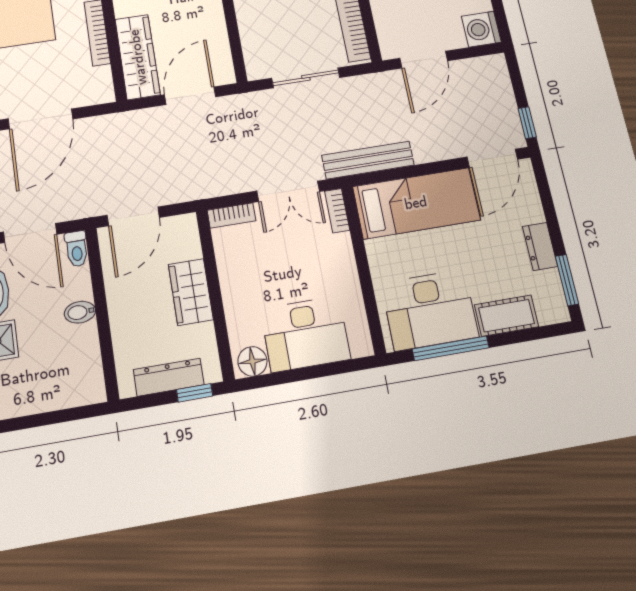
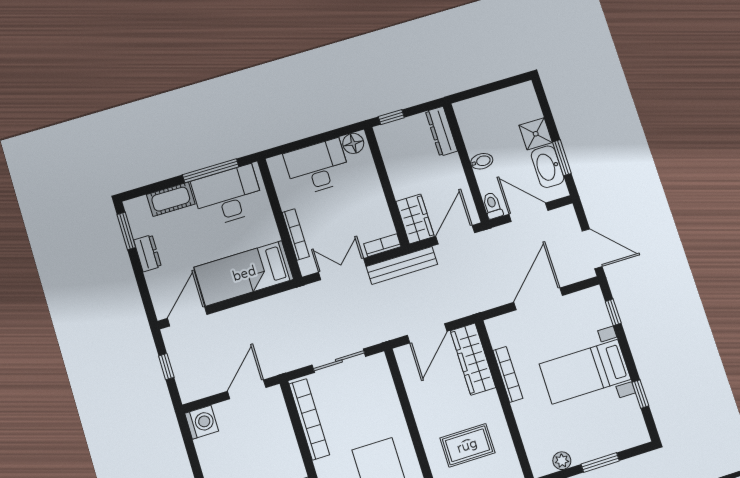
window: (527, 123) -> (166, 367), moved
bench: (368, 160) -> (402, 265), moved
bookcase: (337, 211) -> (296, 234), moved, width x1.56
wardrobe: (191, 292) -> (415, 219), moved
dresser: (169, 377) -> (441, 131), moved, turned 90

